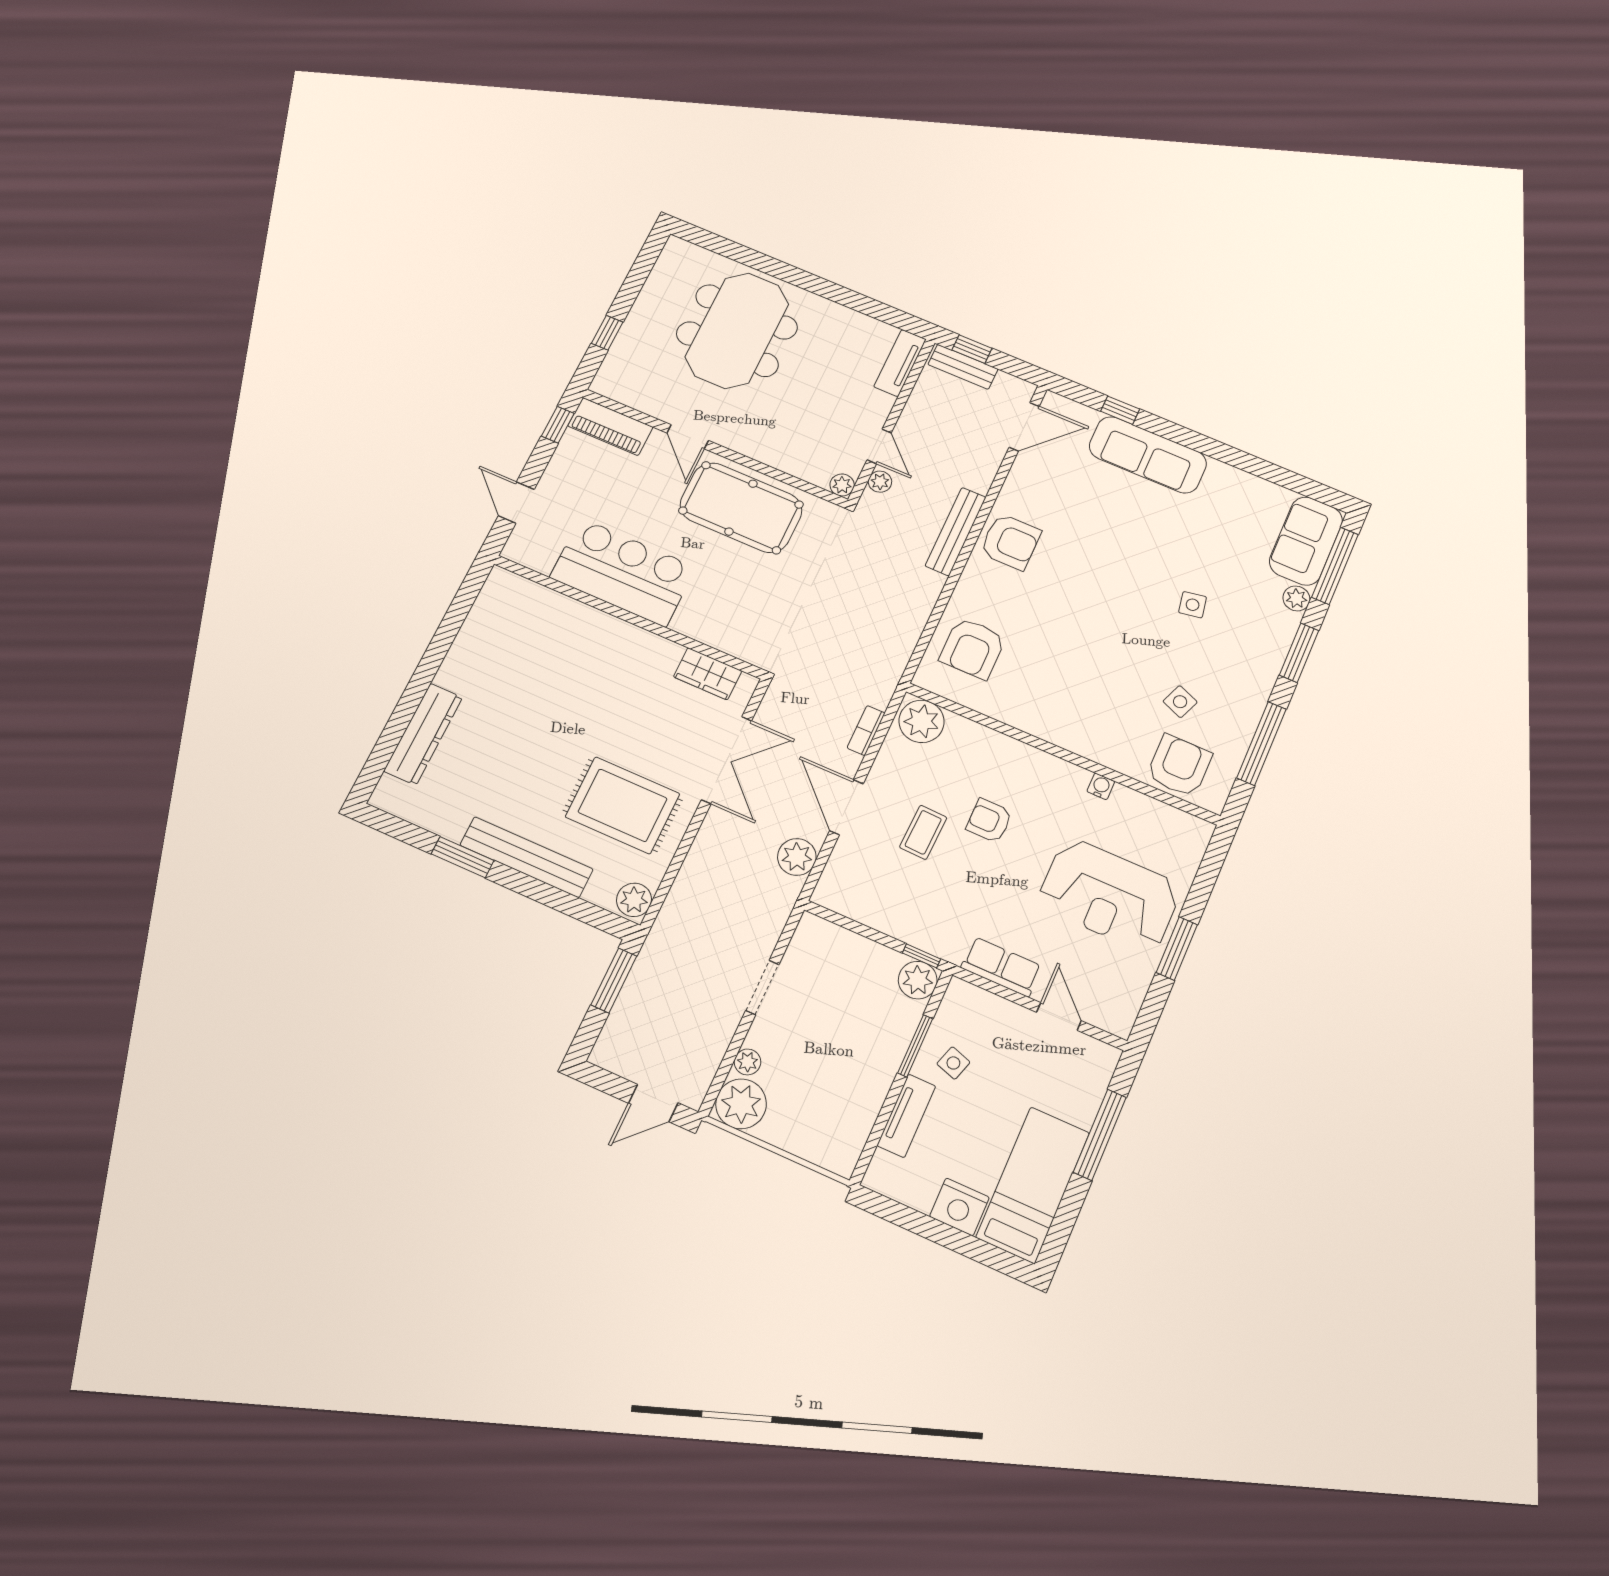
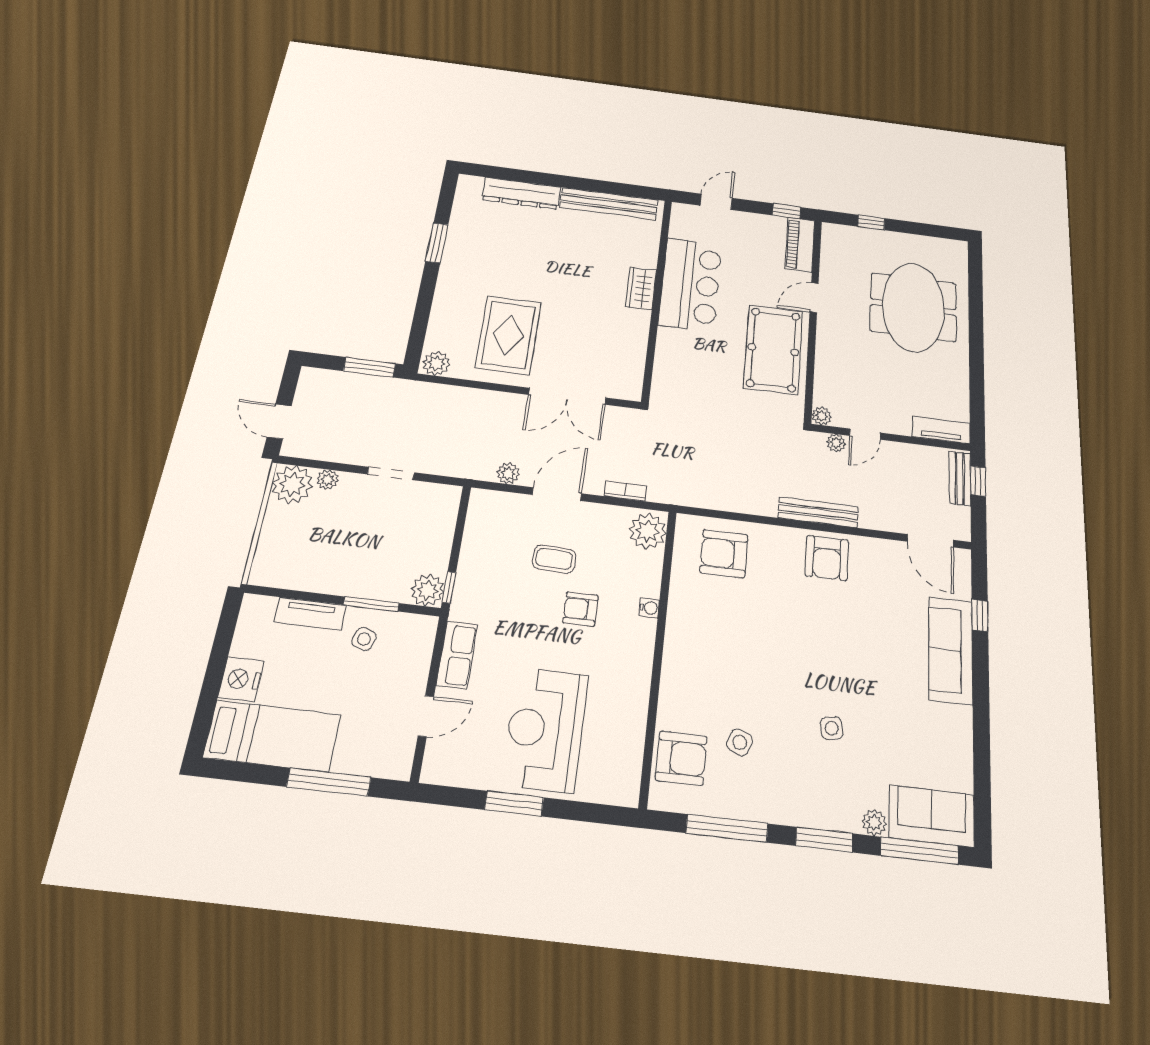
meeting table: (737, 330) -> (913, 307), turned 90
wardrobe: (708, 674) -> (641, 288), moved
water cooler: (1101, 786) -> (649, 608), moved
armchair: (989, 821) -> (581, 609), turned -90
bench: (526, 857) -> (609, 204), moved, turned 90
plant: (797, 857) -> (508, 473), width x0.73, depth x0.73

